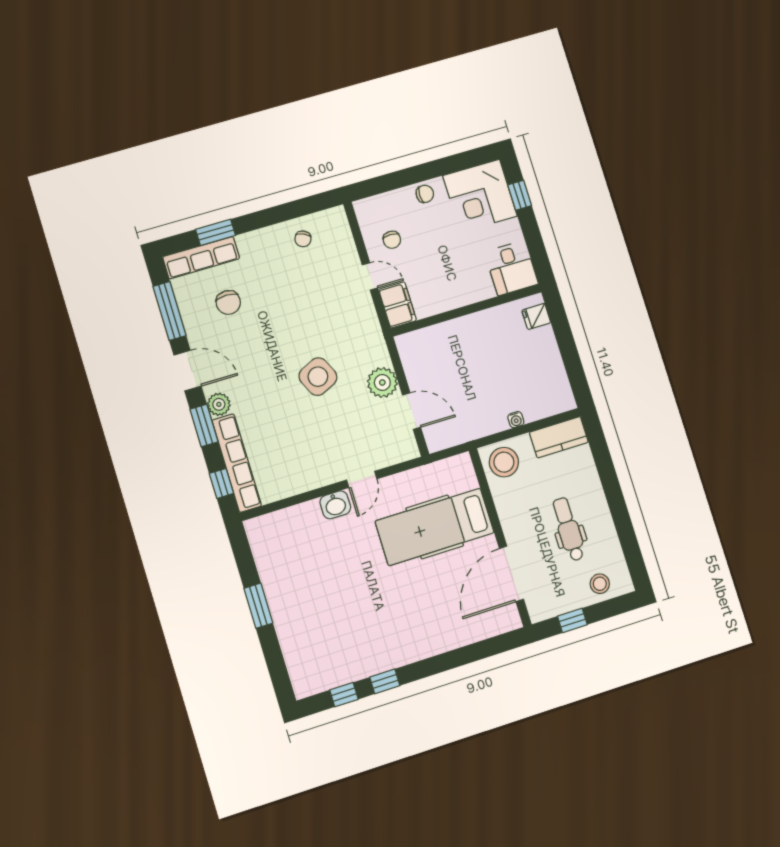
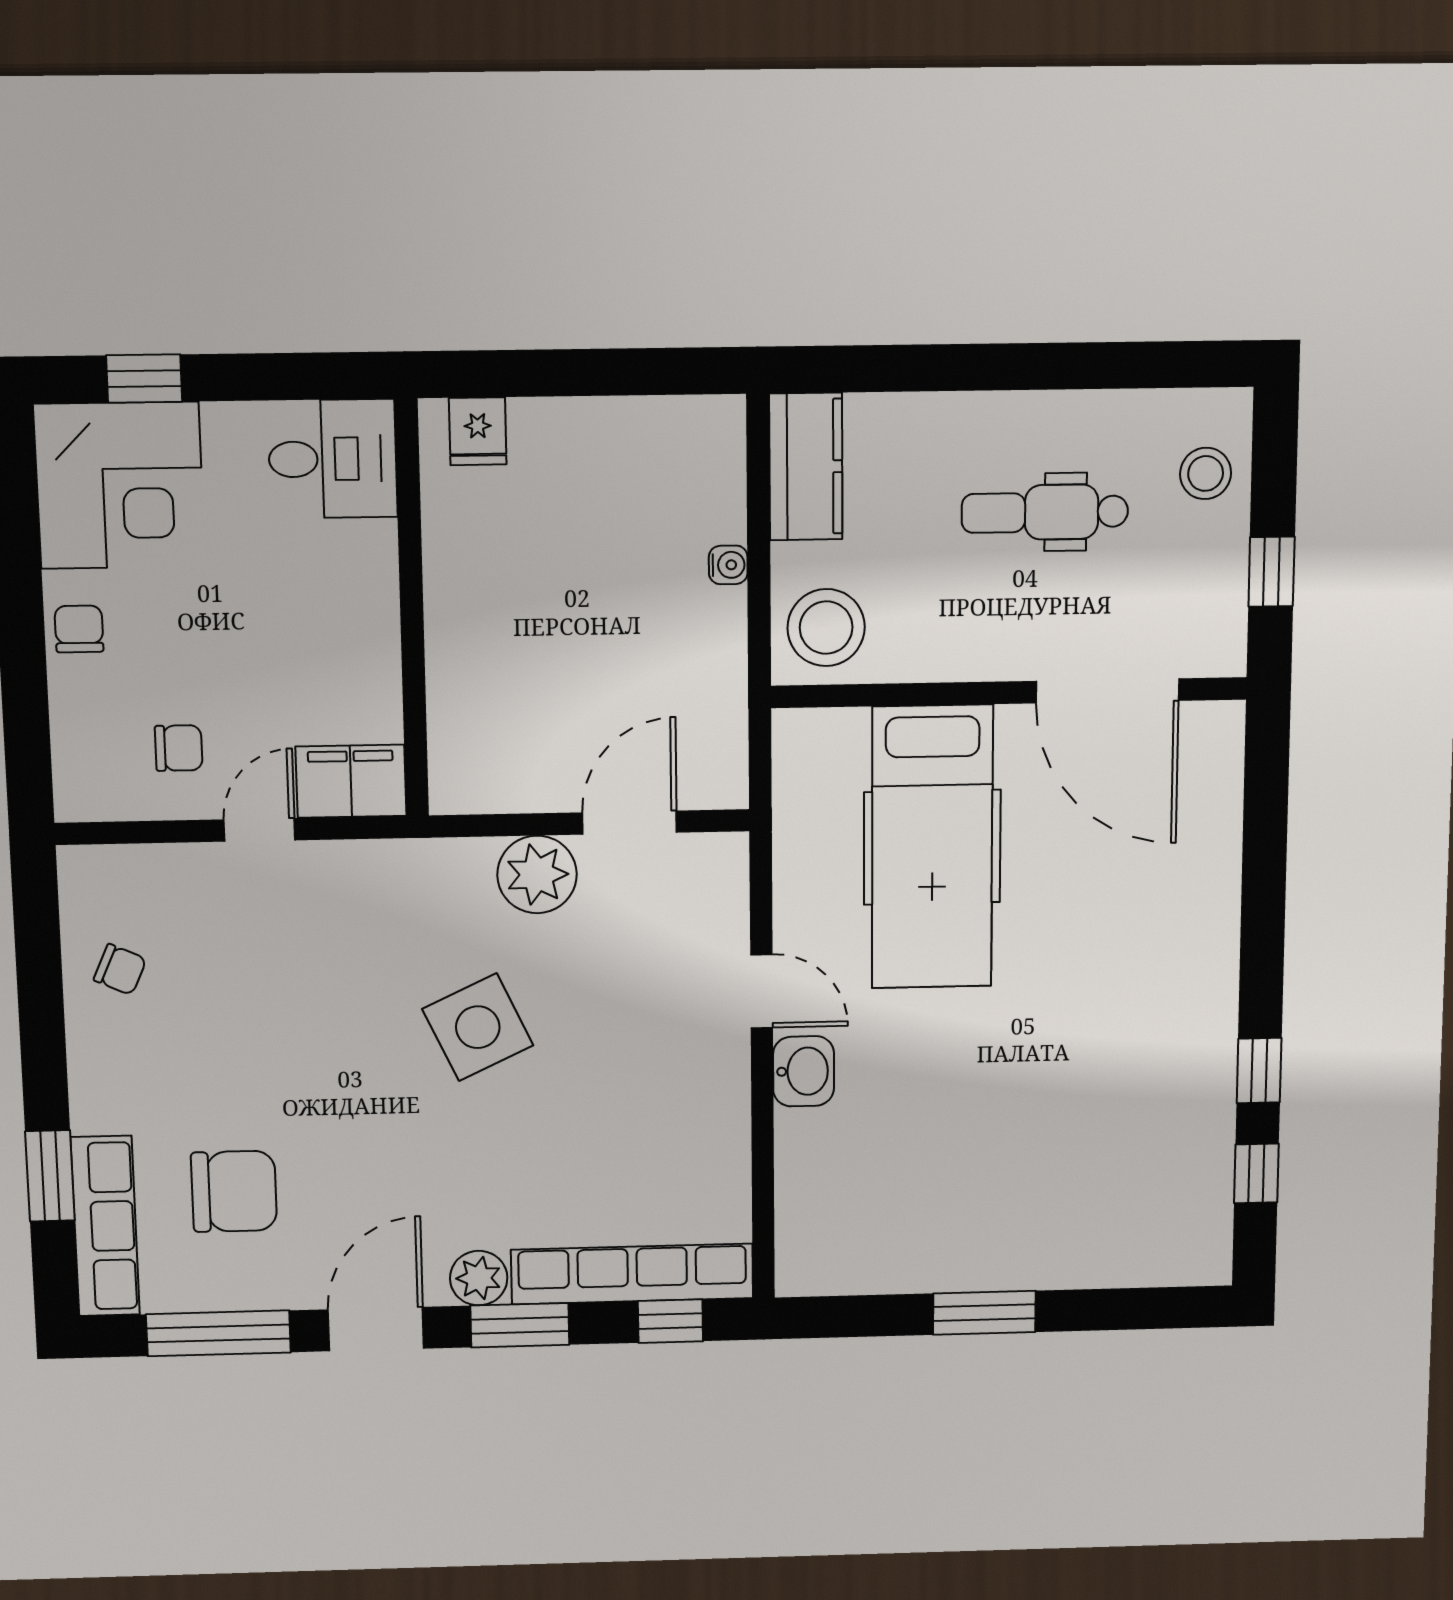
chair: (228, 302) -> (234, 1191), width x1.37, depth x1.37

